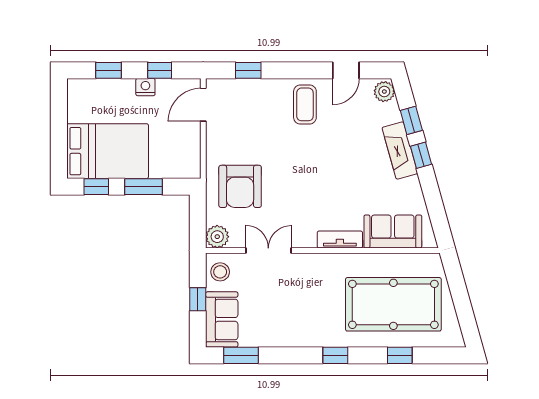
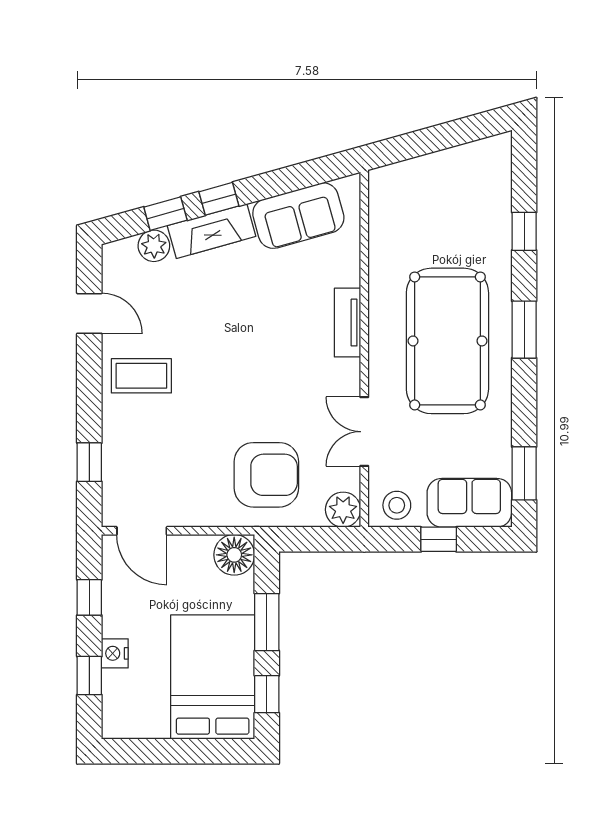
nightstand: (145, 87) -> (115, 653), moved
plant: (384, 92) -> (154, 246), moved
floor lamp: (188, 165) -> (234, 555), added
sofa: (393, 232) -> (298, 216), moved, turned -106
pool table: (393, 304) -> (447, 341), moved
window: (335, 355) -> (524, 330), width x1.50

